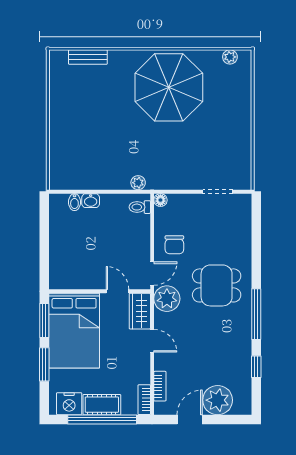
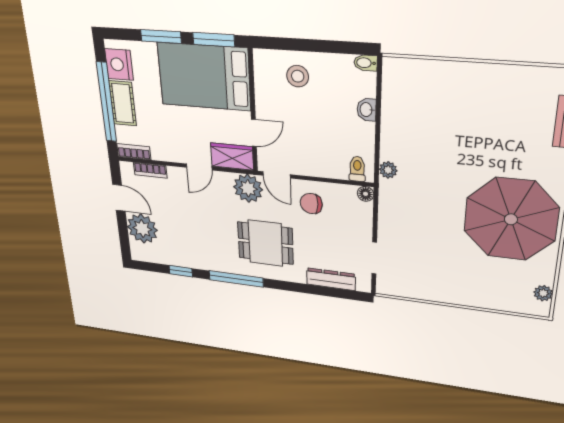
bidet: (74, 202) -> (366, 63), moved
dresser: (243, 228) -> (331, 279), added
stool: (68, 254) -> (298, 76), added
dining table: (217, 285) -> (265, 243), turned 90

